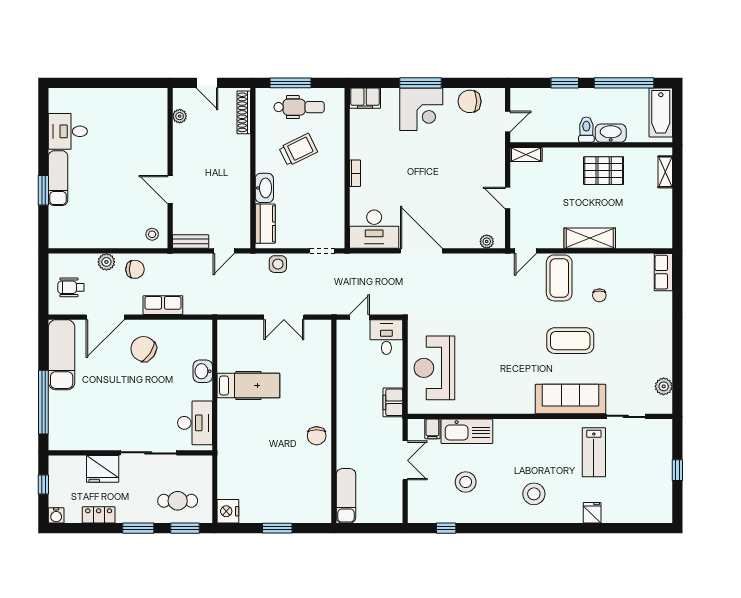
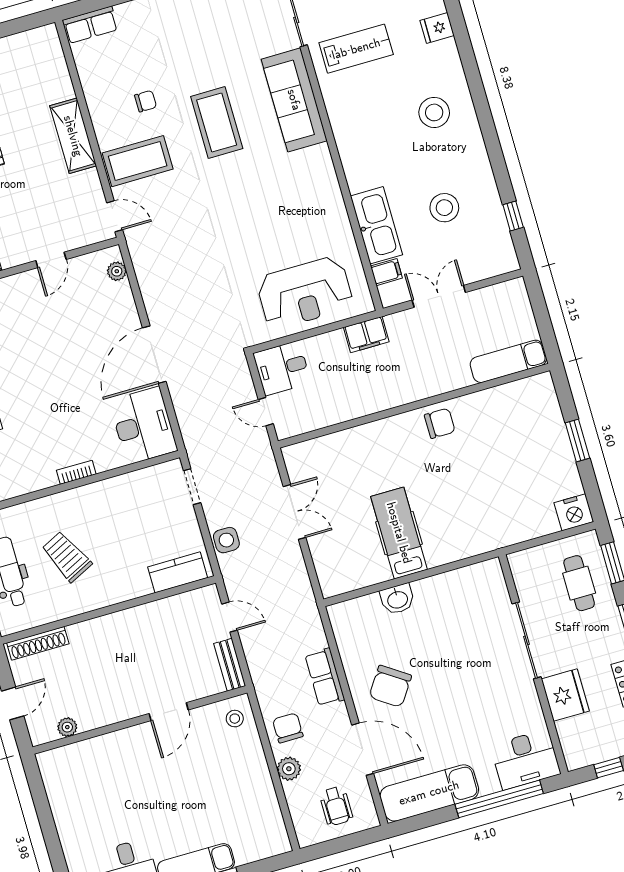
washbasin: (264, 188) -> (130, 587), removed
desk: (195, 423) -> (525, 759), moved, turned 180

